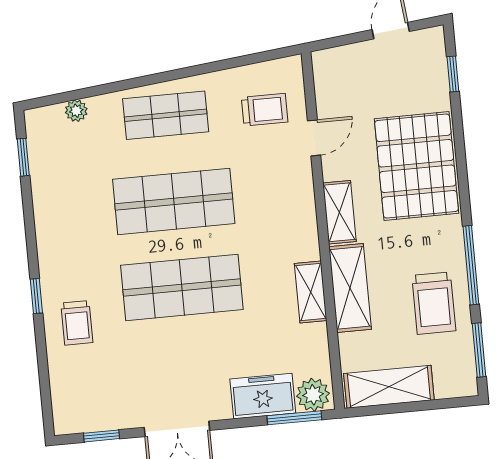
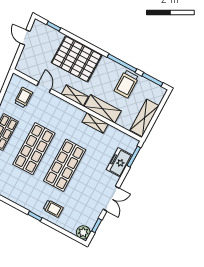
trolley: (434, 303) -> (126, 84), turned 90
plant: (313, 395) -> (83, 232), moved

